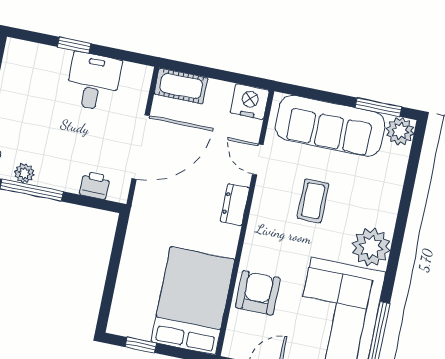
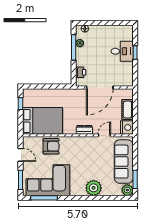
desk: (93, 82) -> (122, 51), moved
cot: (181, 86) -> (127, 110), moved
door: (141, 147) -> (100, 87), hinge flipped
coffee table: (313, 201) -> (92, 161), removed
plant: (371, 247) -> (94, 188), moved

